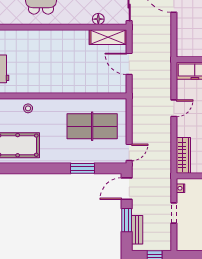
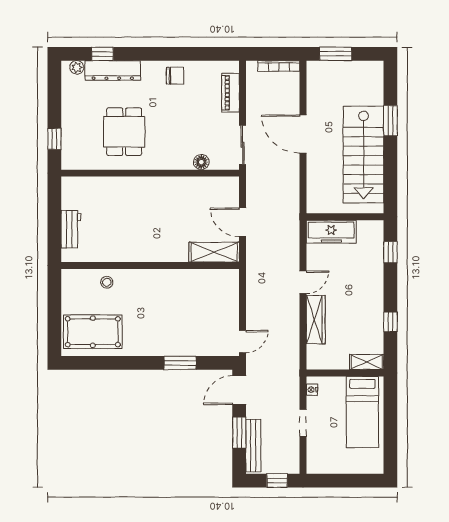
shelving: (108, 37) -> (214, 252), moved
table tennis table: (92, 126) -> (193, 306), removed
wardrobe: (183, 155) -> (316, 320), moved
bench: (137, 230) -> (253, 446), width x1.36

